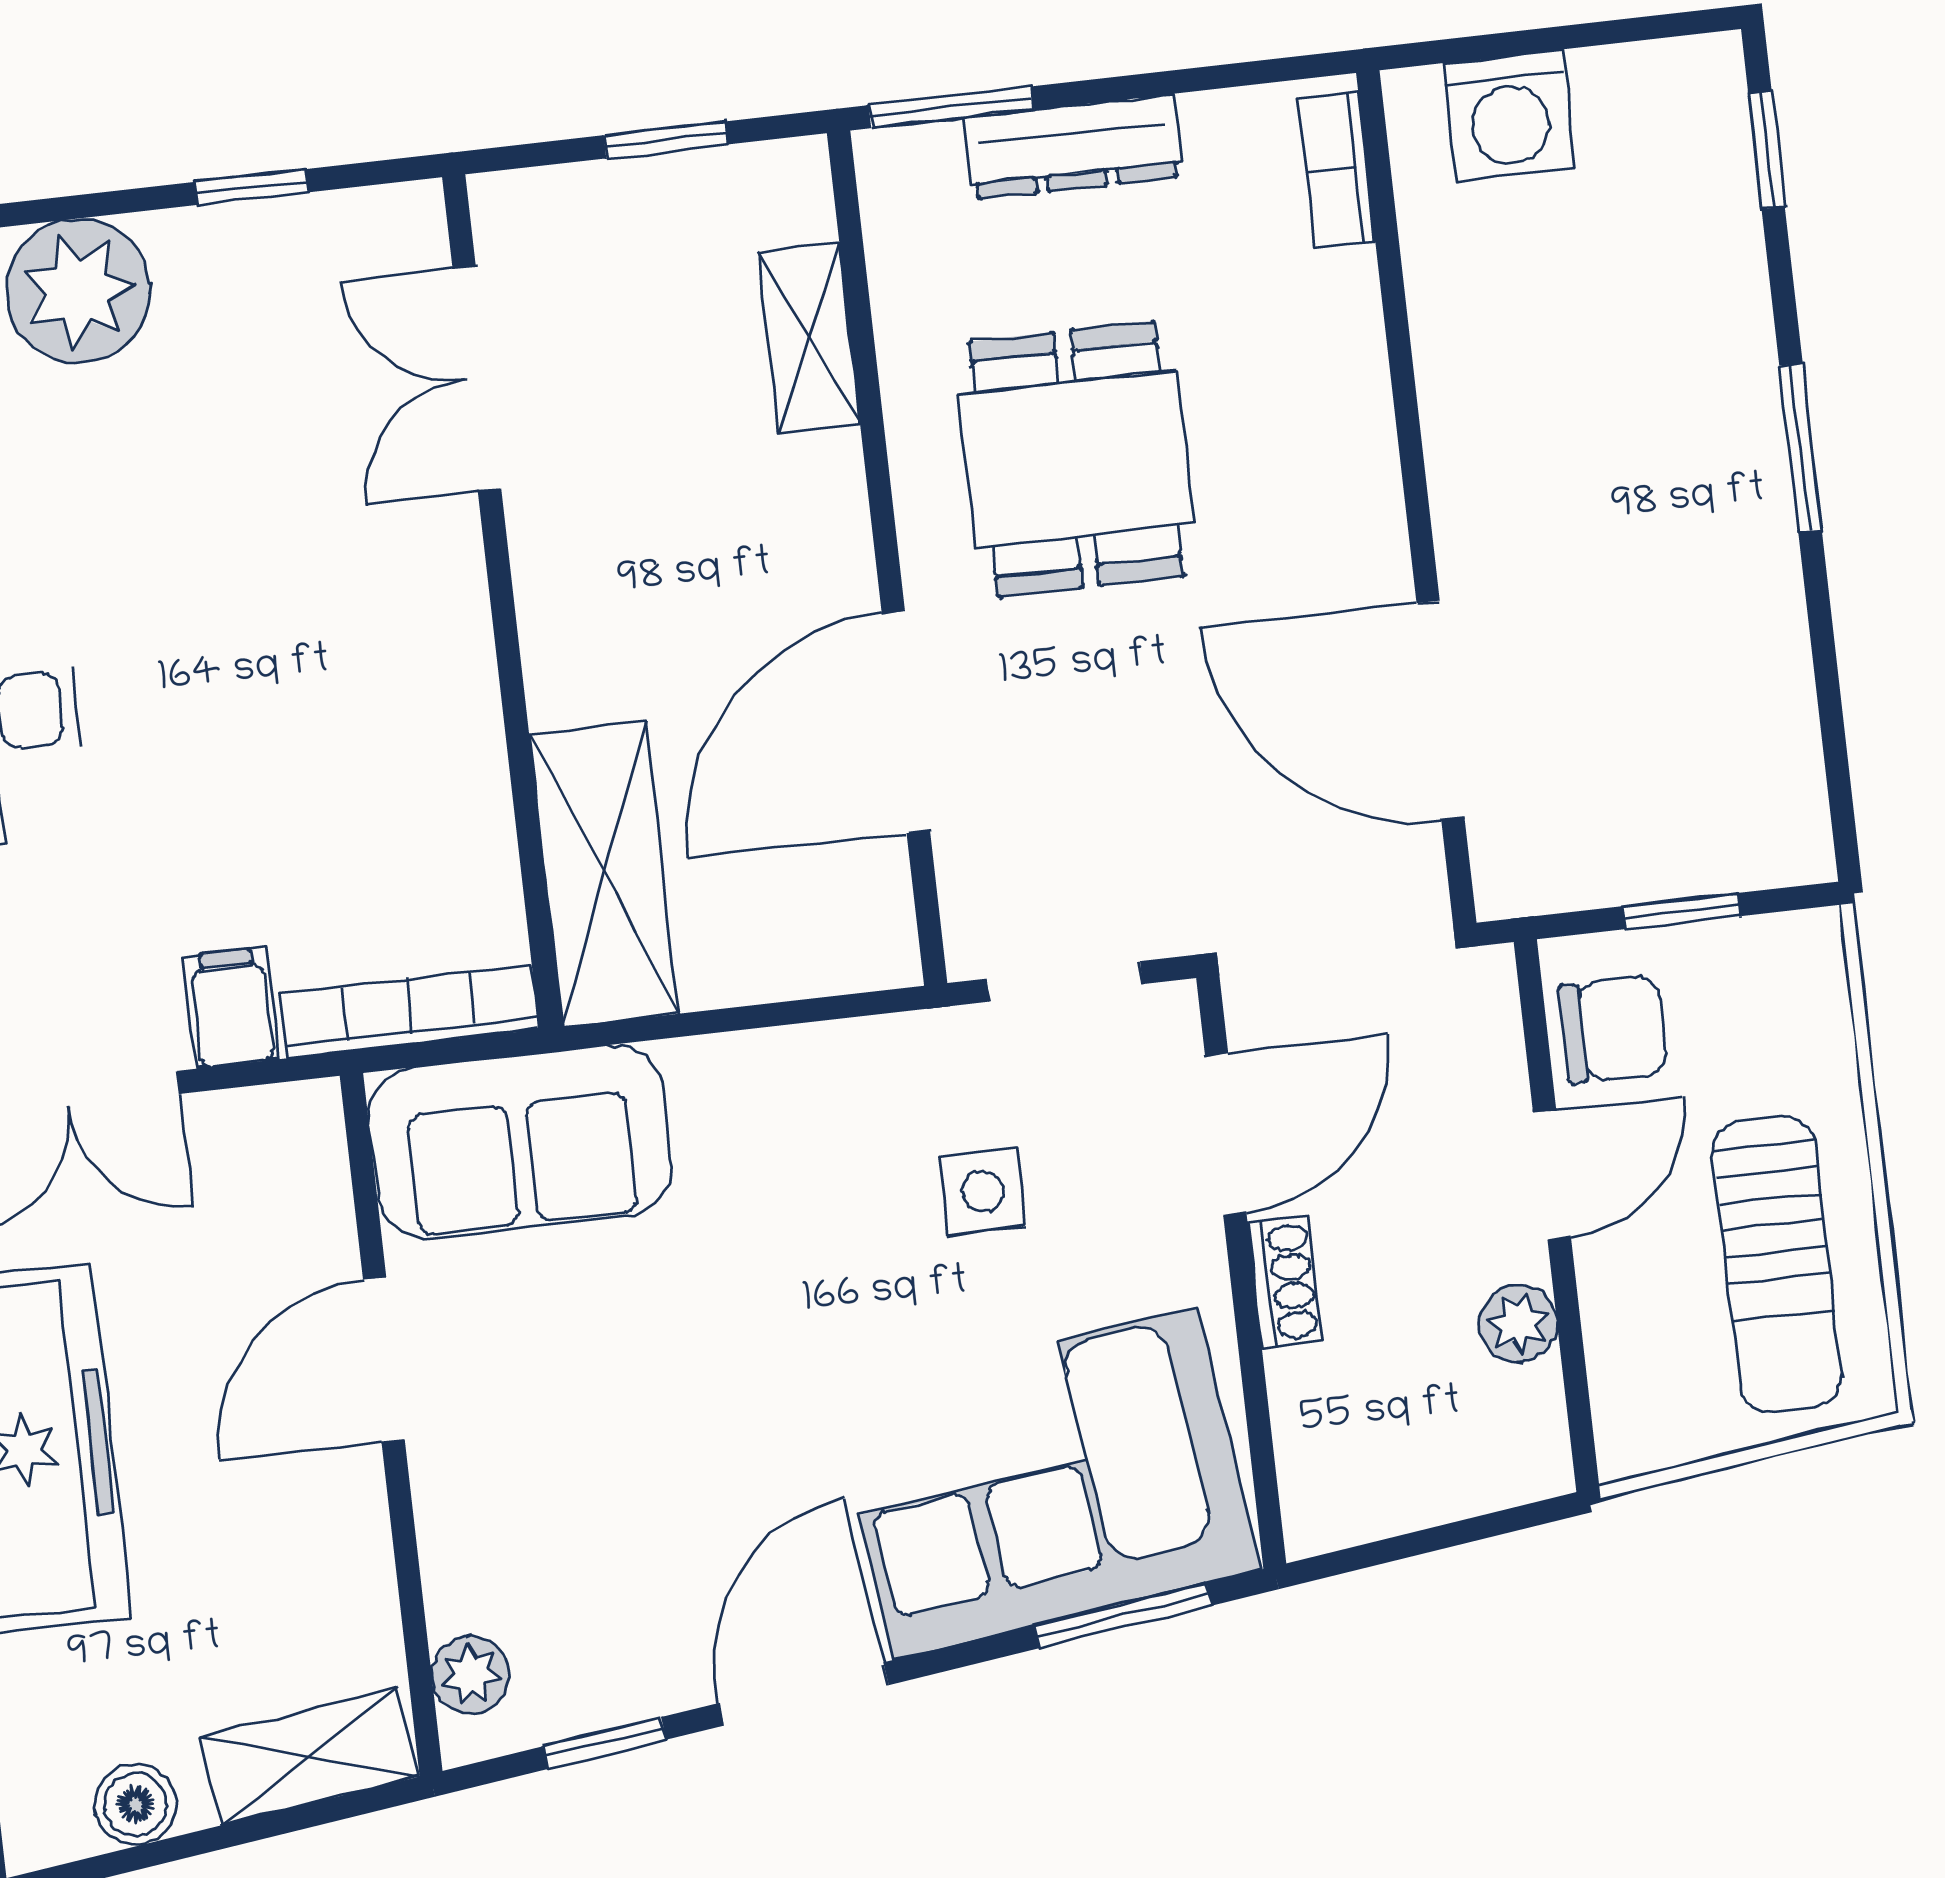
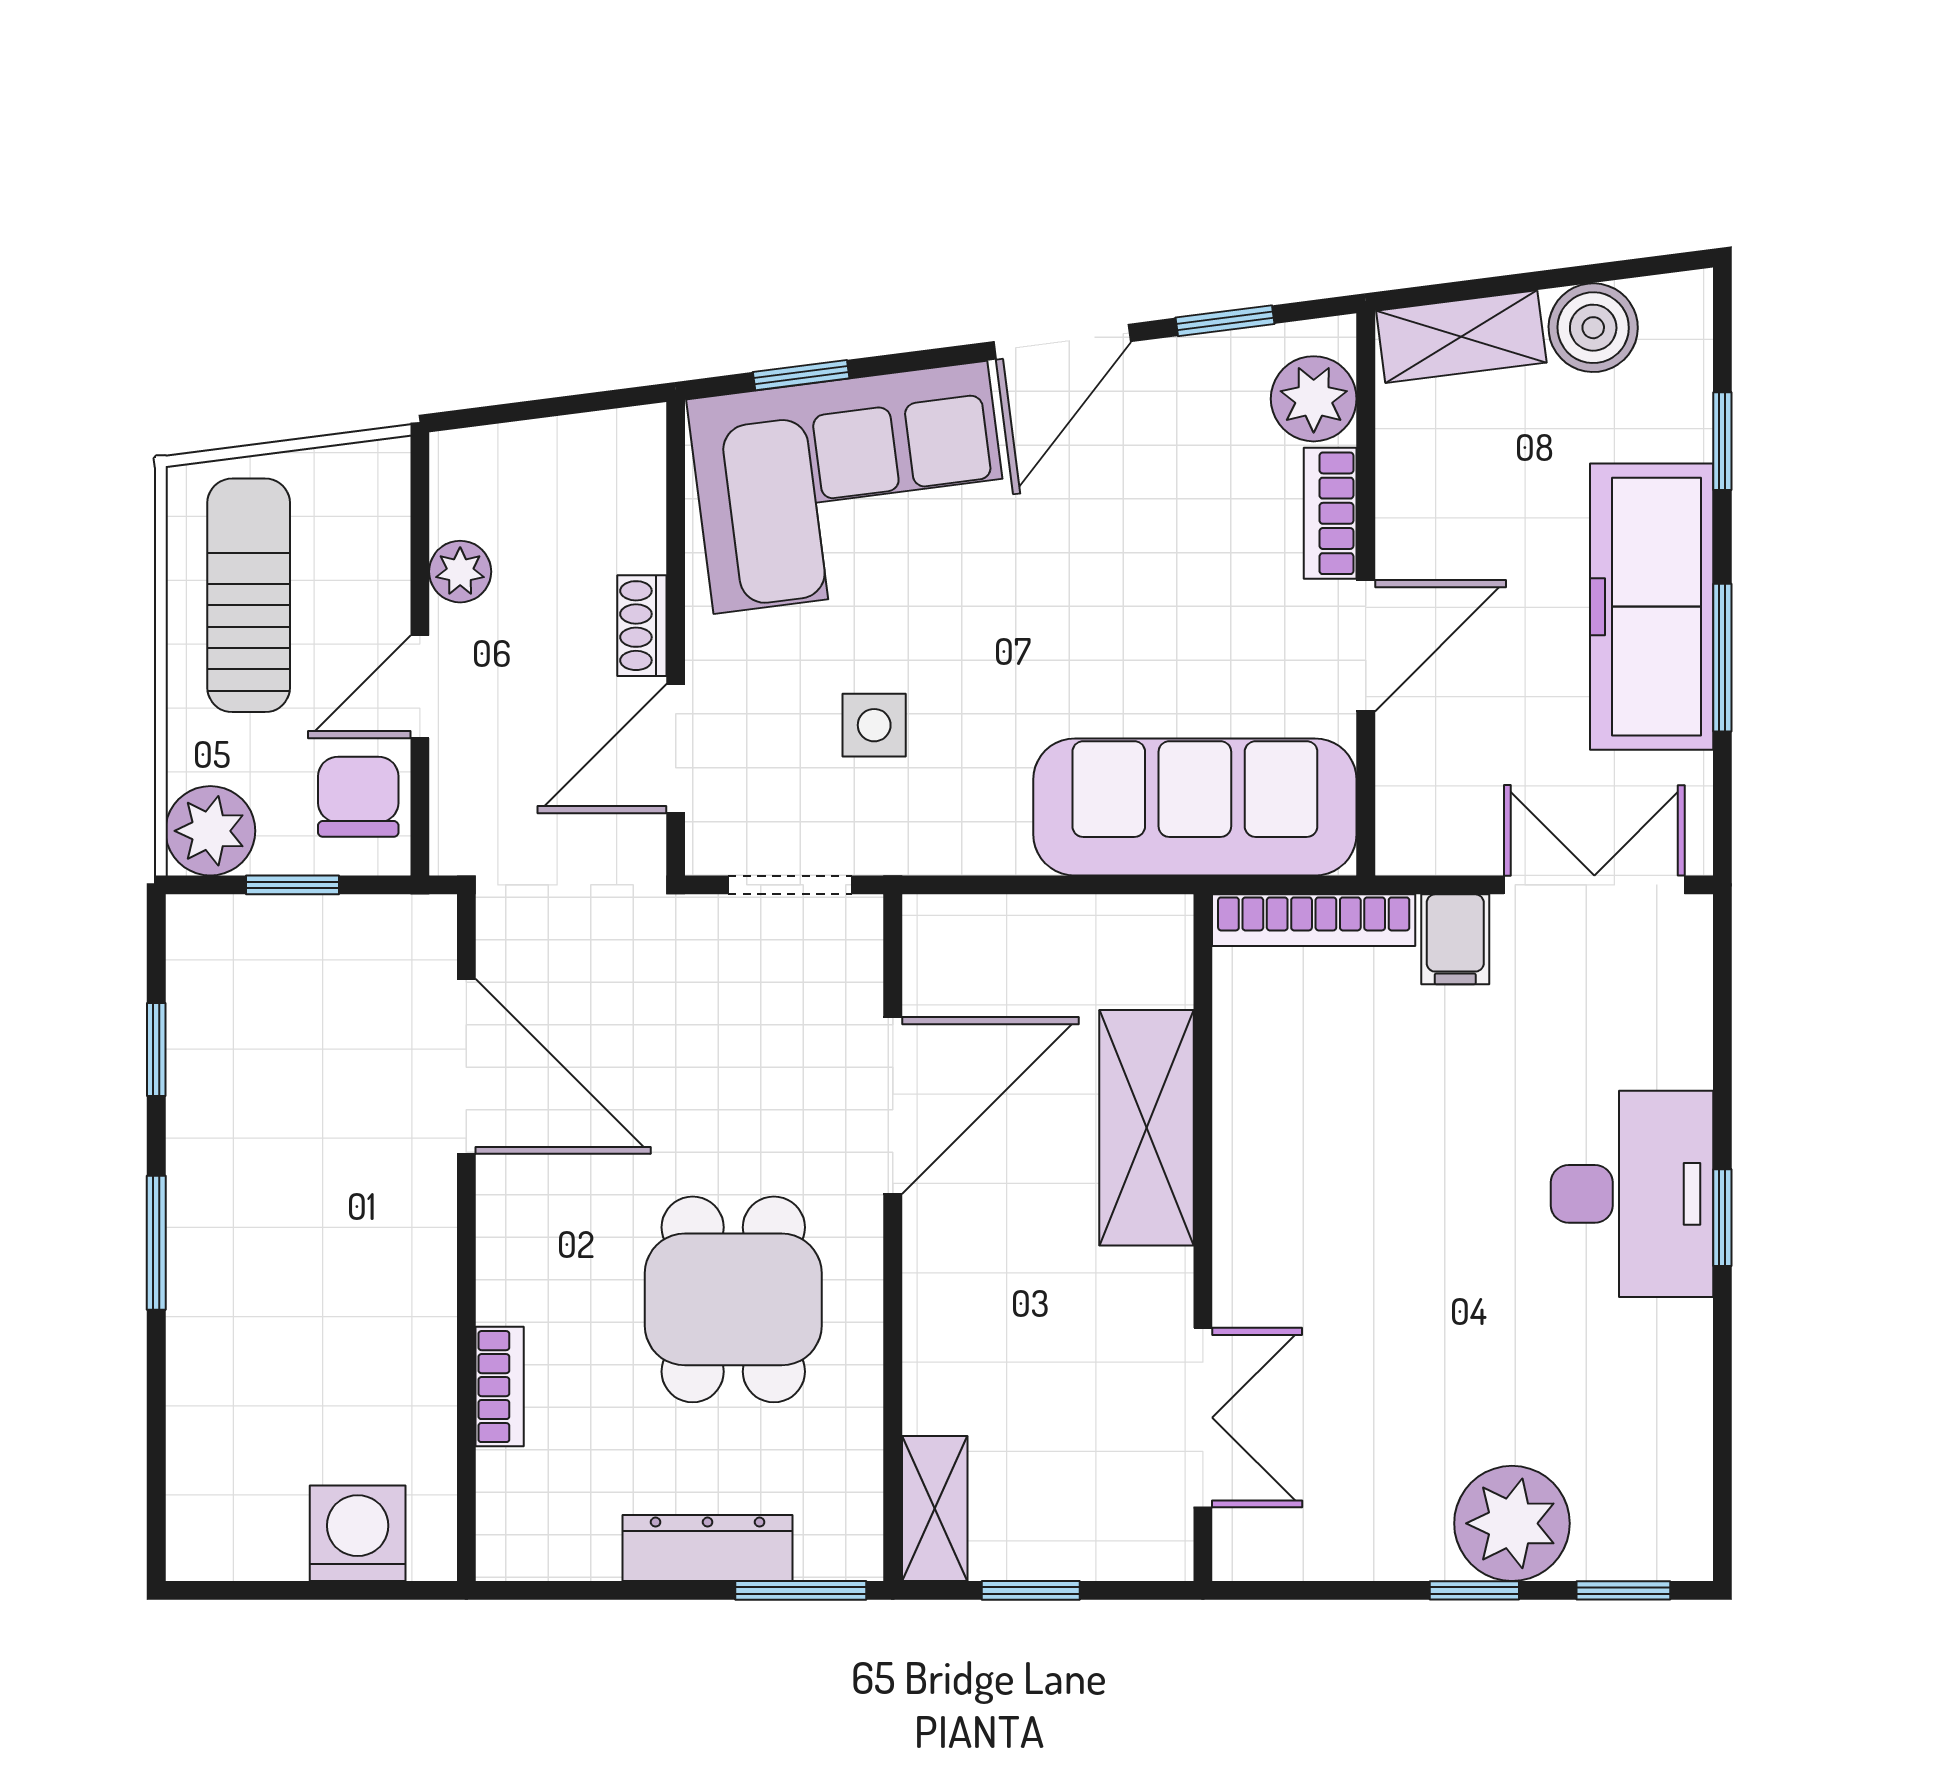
window: (1767, 150) -> (156, 1049), moved
bookcase: (1337, 170) -> (500, 1387), moved
window: (251, 187) -> (1474, 1590), moved
shelving: (809, 338) -> (935, 1508), moved
shelving: (604, 874) -> (1146, 1128), moved
plant: (1792, 967) -> (210, 831), added
chair: (1613, 1030) -> (358, 797), turned 90
sofa: (520, 1141) -> (1195, 807), width x1.36
bookcase: (447, 1519) -> (1330, 513), added
window: (1123, 1616) -> (801, 375), width x0.67
plant: (471, 1675) -> (1314, 399), width x1.38, depth x1.38
boiler: (136, 1804) -> (1593, 328), width x1.36, depth x1.36

